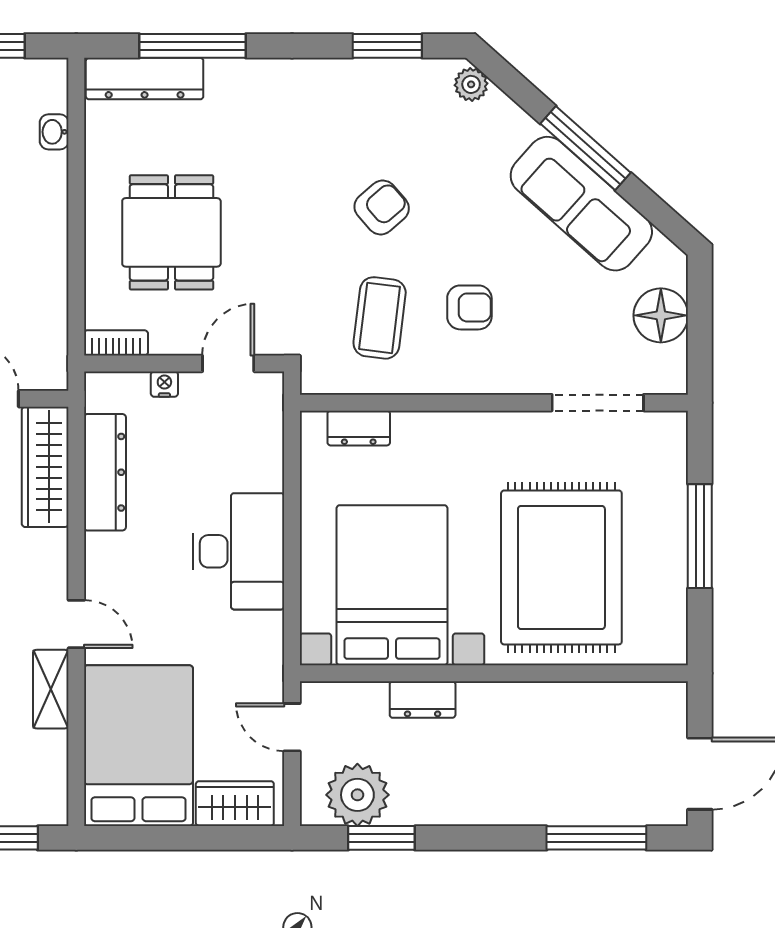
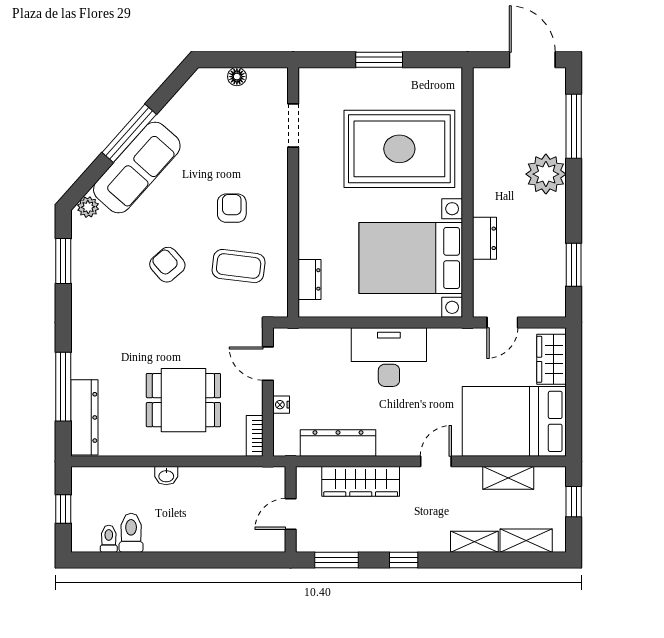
washbasin: (54, 132) -> (166, 476), moved
sofa: (581, 204) -> (137, 168), moved
floor lamp: (661, 315) -> (237, 77), width x0.53, depth x0.53
doorway: (598, 403) -> (293, 125), width x0.73
wardrobe: (45, 467) -> (361, 481), moved
window: (700, 536) -> (379, 60), width x0.69
shelving: (51, 689) -> (508, 478), moved
plant: (357, 795) -> (546, 174), moved

